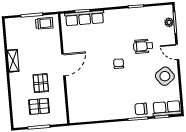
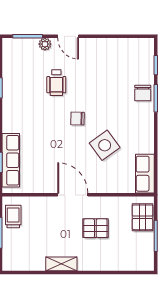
plant: (169, 22) -> (45, 44), moved
door: (177, 52) -> (68, 36), hinge flipped
side table: (165, 76) -> (105, 145), moved
pallet: (39, 106) -> (143, 217), moved
row of seats: (167, 108) -> (145, 174), moved

